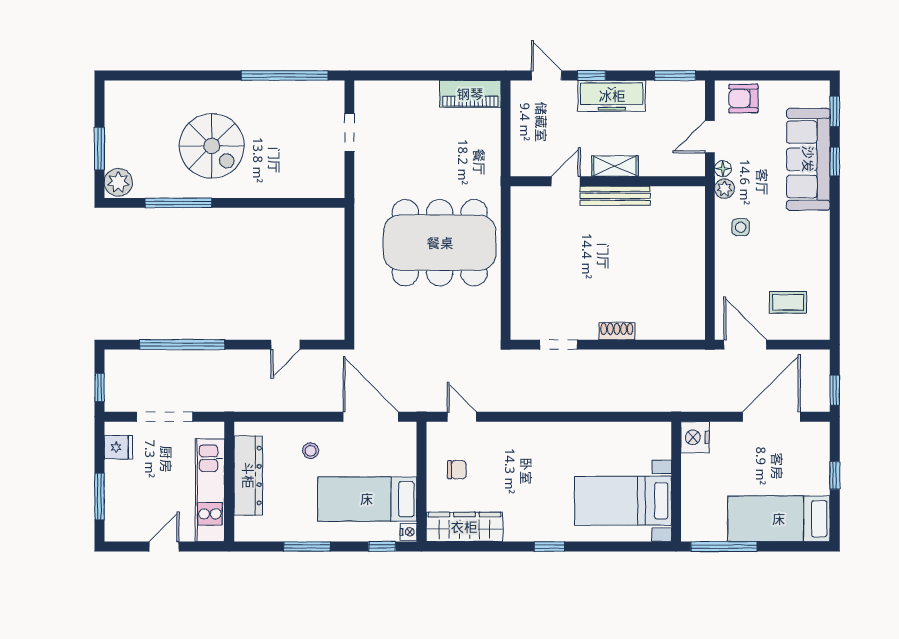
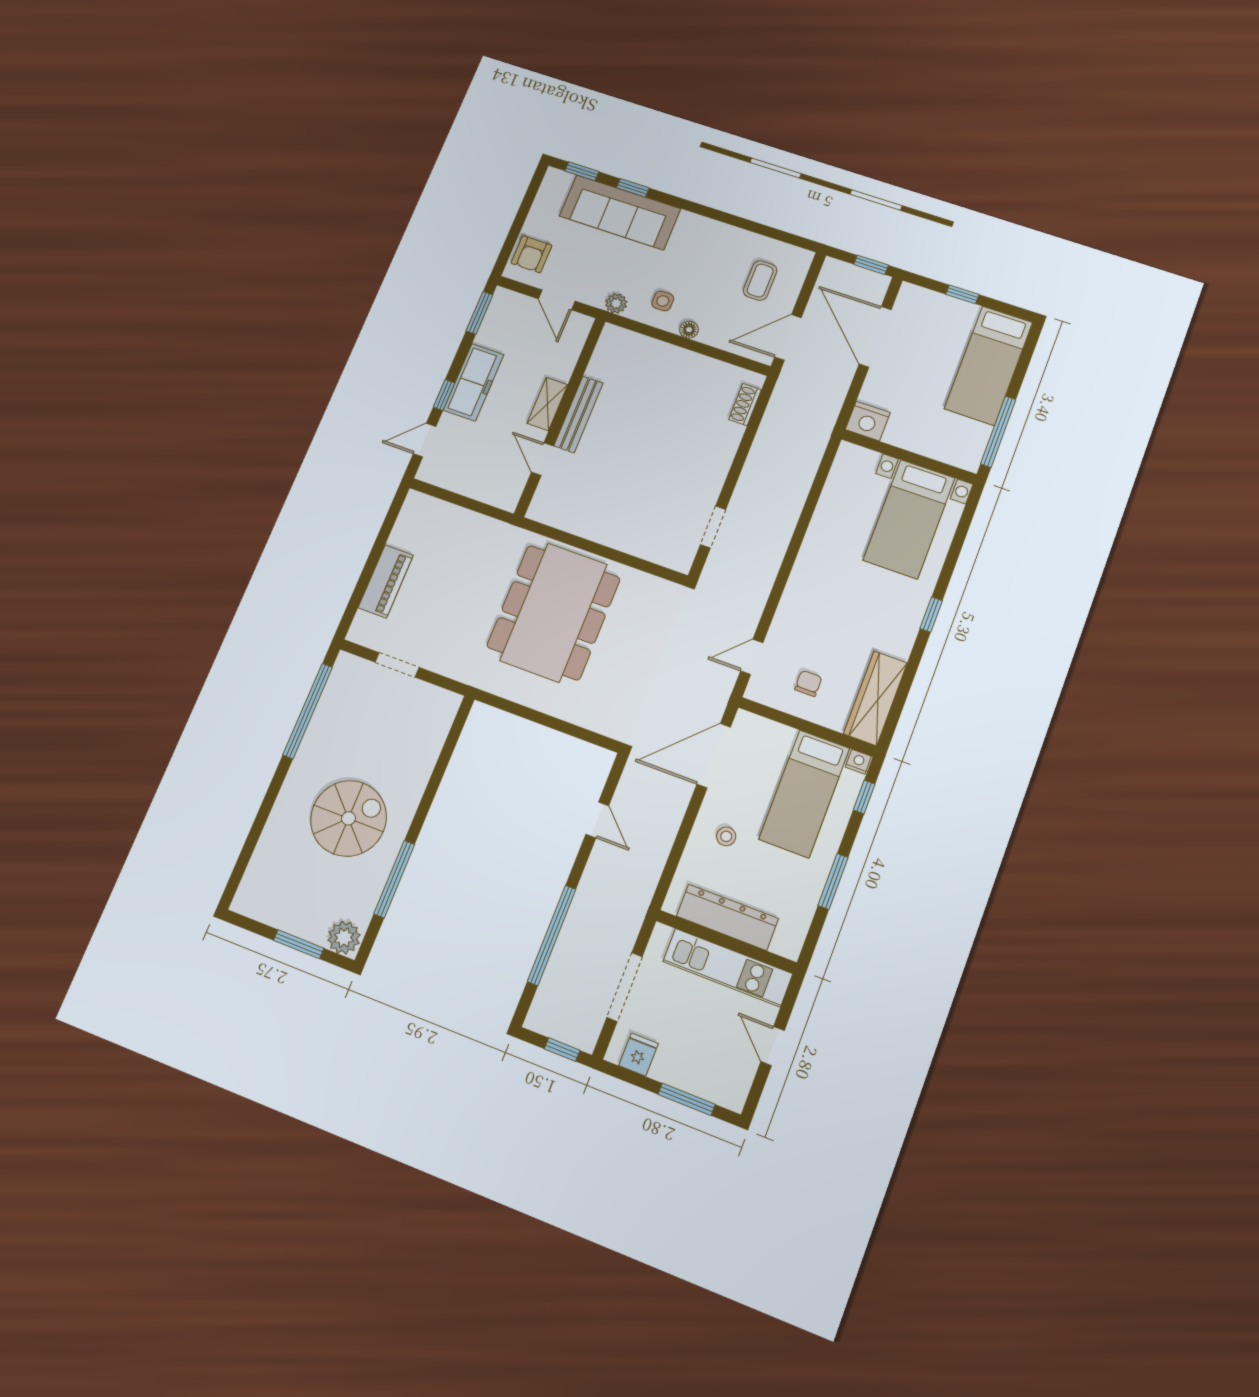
piano: (470, 94) -> (386, 582), moved
floor lamp: (723, 169) -> (689, 330), moved
shoe rack: (617, 331) -> (745, 405), moved

